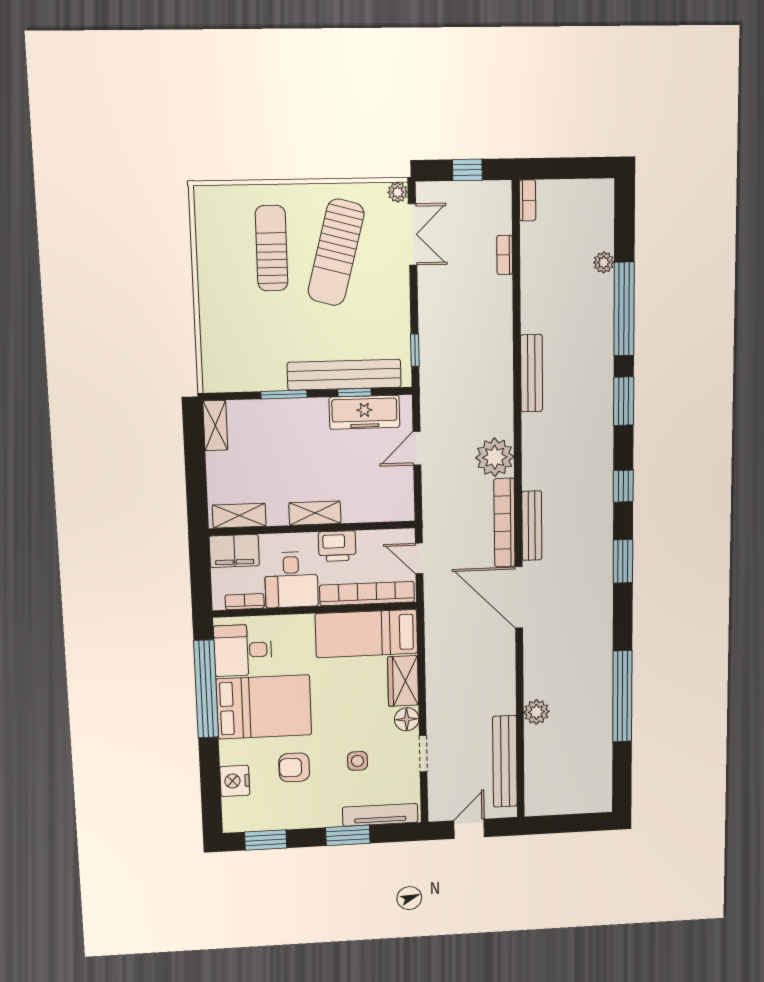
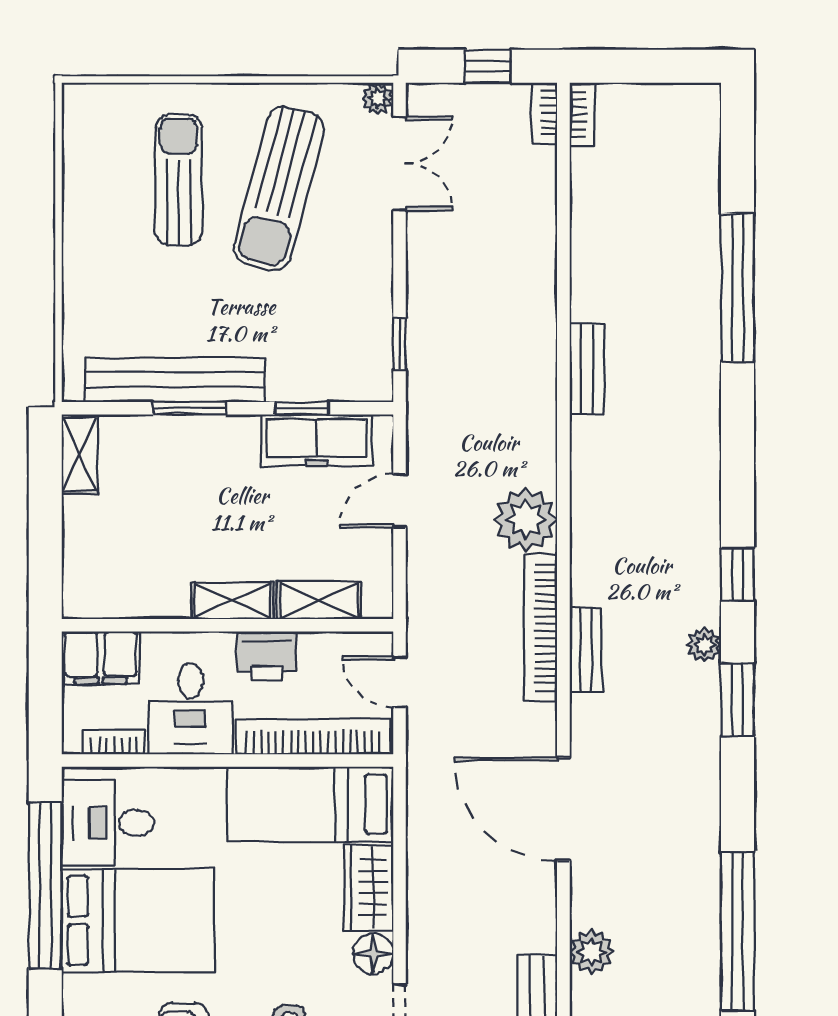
bookcase: (505, 255) -> (545, 113), moved
plant: (604, 262) -> (704, 645), moved
bench: (532, 373) -> (587, 369), width x0.73
bench: (344, 375) -> (174, 380), moved
window: (624, 401) -> (737, 435), removed
shelving: (239, 516) -> (319, 600), moved
bench: (532, 526) -> (586, 650), width x0.73
door: (519, 597) -> (563, 809), moved

